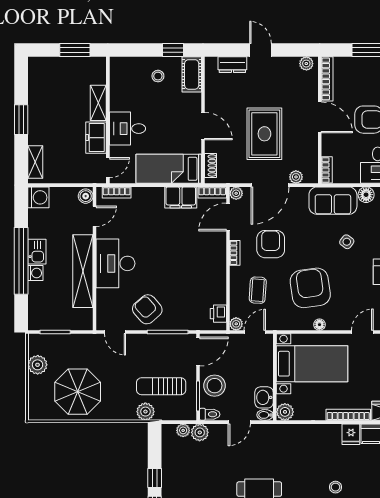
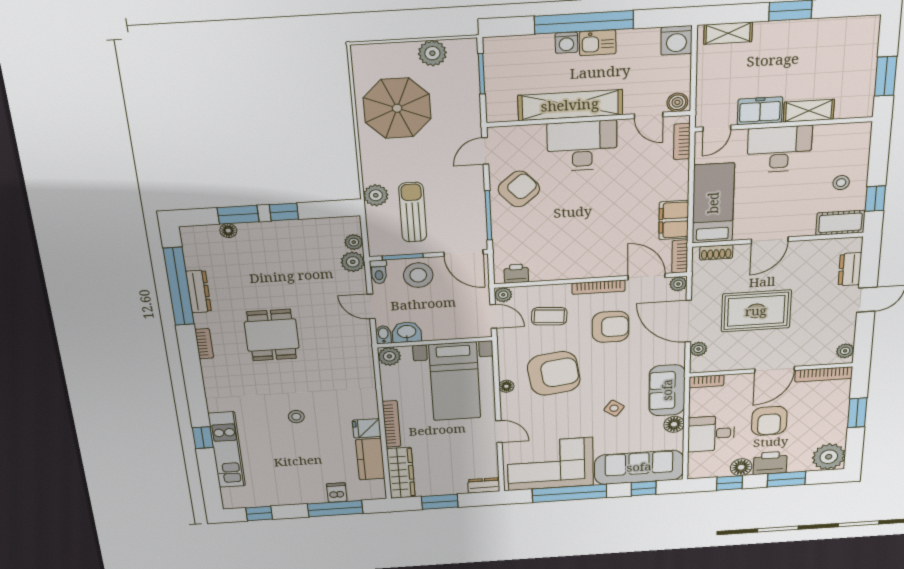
desk: (128, 129) -> (779, 149), width x1.37
door: (108, 168) -> (717, 128), hinge flipped
bookcase: (235, 253) -> (599, 287), width x1.56

